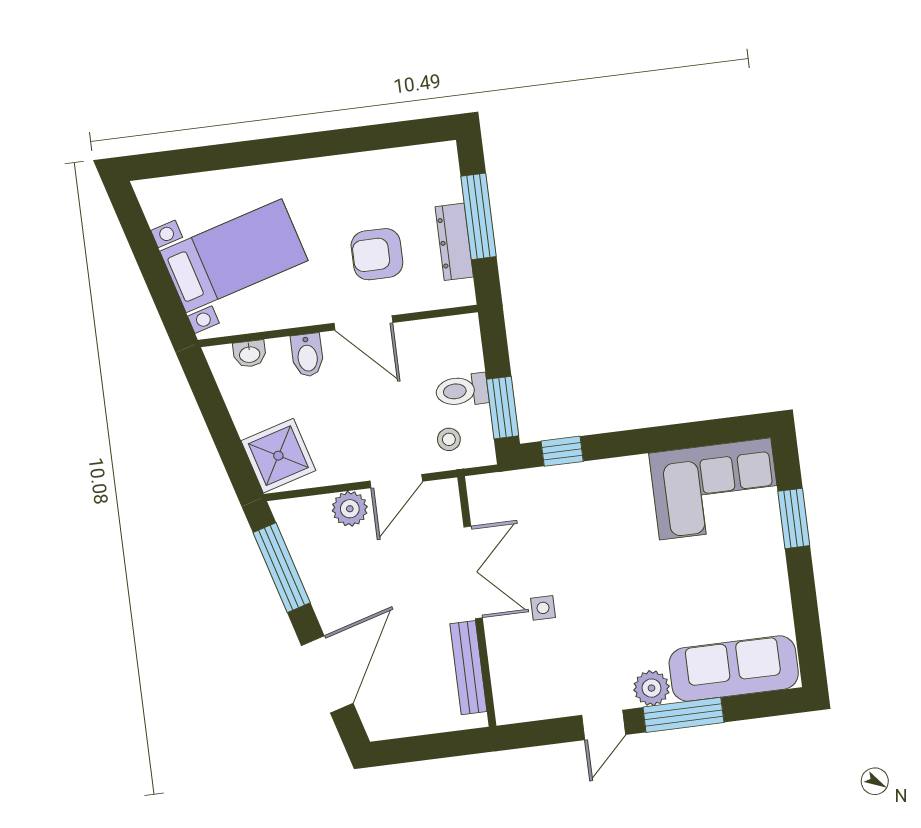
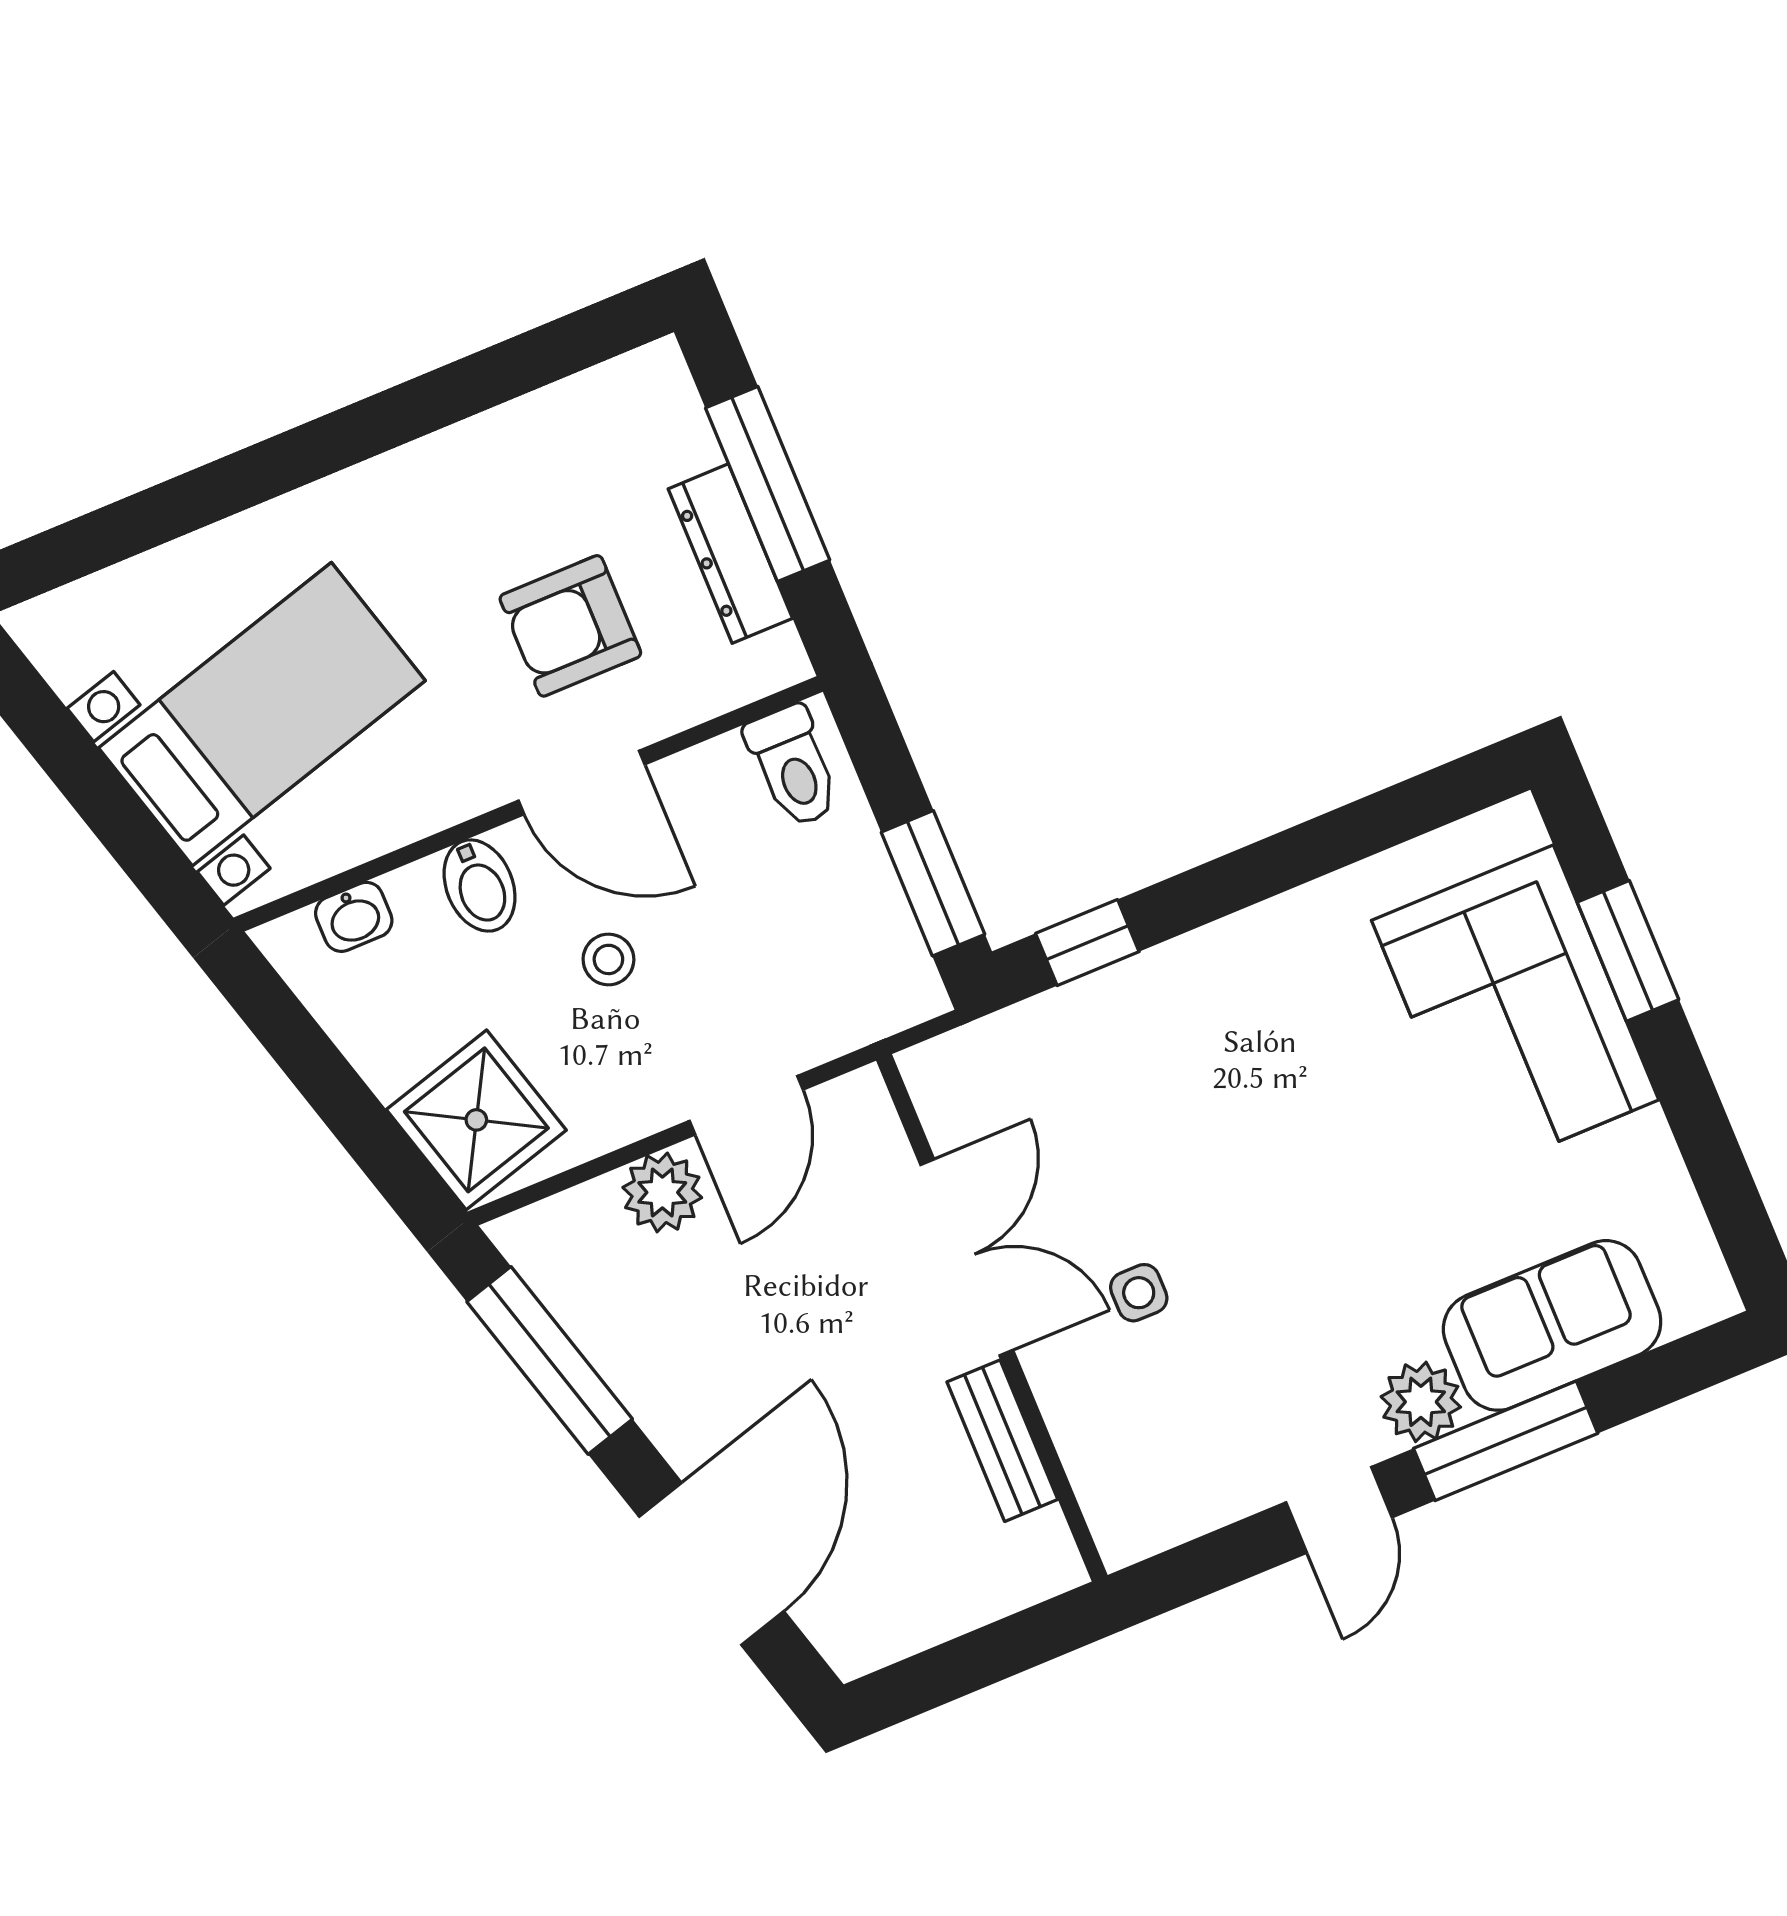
toilet: (462, 390) -> (793, 766), moved, turned -90
stool: (449, 439) -> (608, 959), moved
corner sofa: (715, 489) -> (1515, 1010), moved, turned 90
bench: (468, 668) -> (1002, 1441), width x0.73
sofa: (734, 669) -> (1552, 1325), width x0.73

